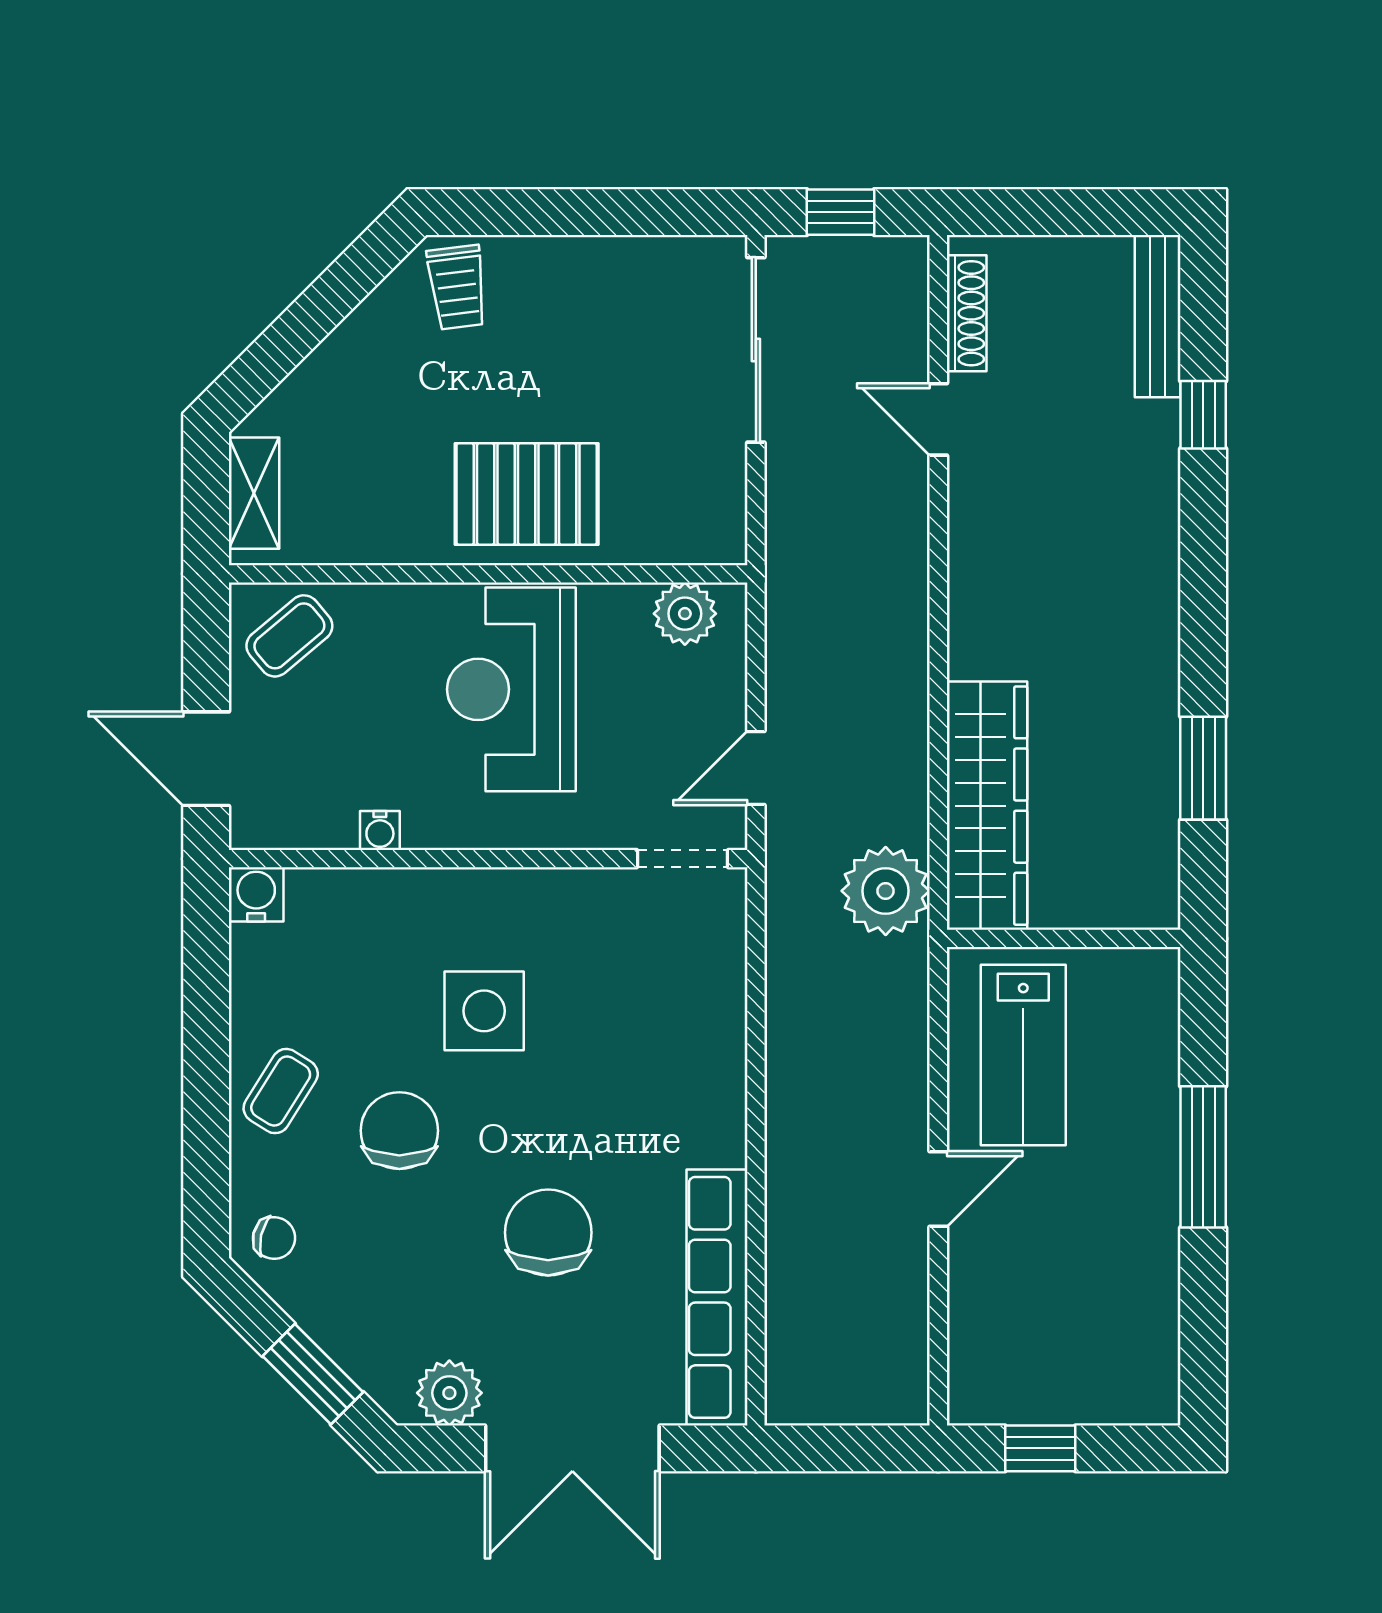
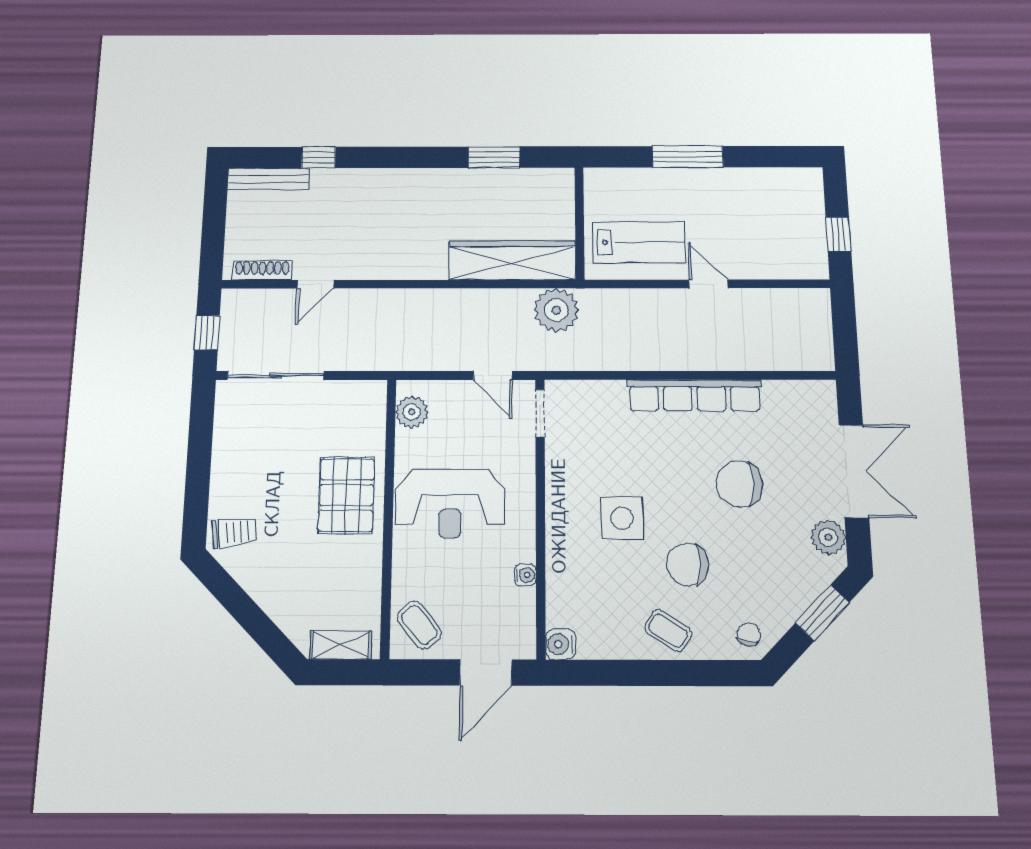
row of seats: (717, 1297) -> (694, 395), moved

